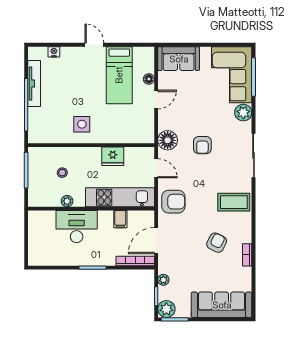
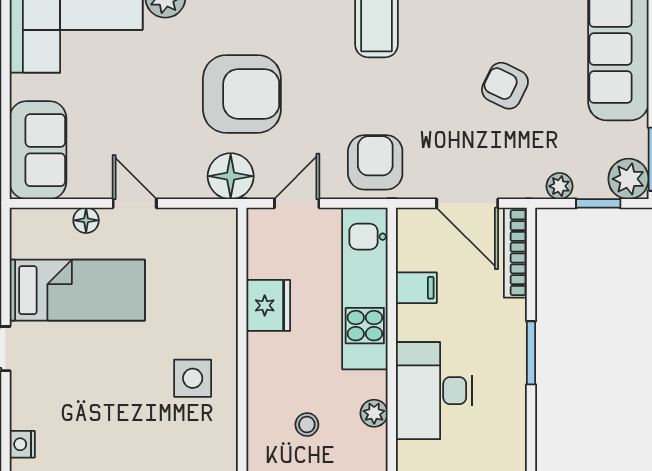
armchair: (202, 145) -> (242, 94), width x1.88, depth x1.88
armchair: (217, 243) -> (505, 86), moved

